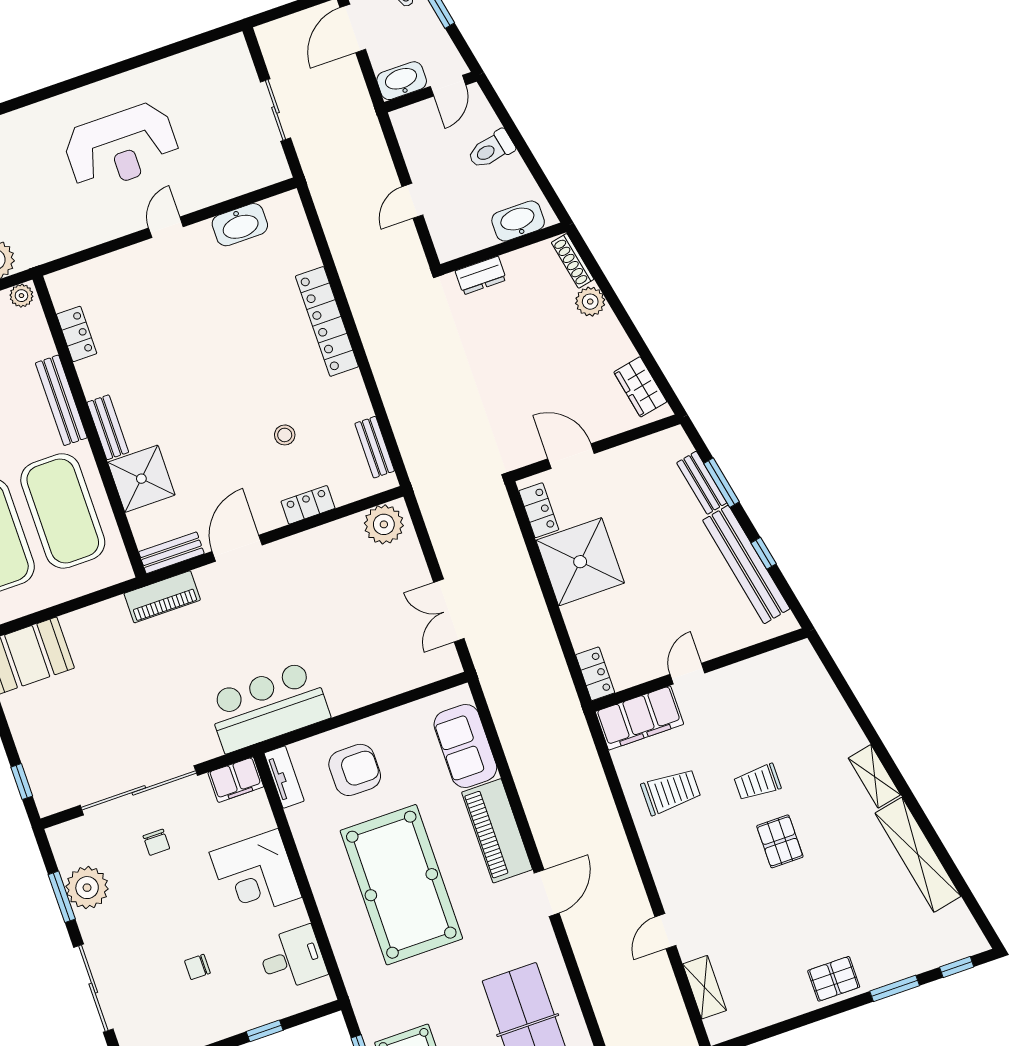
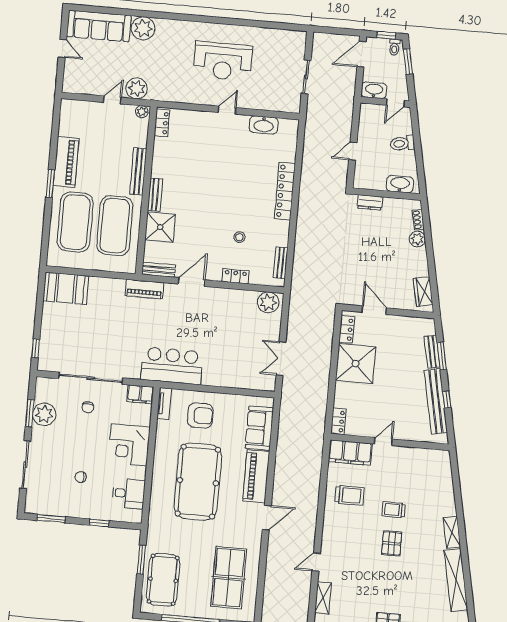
shoe rack: (573, 261) -> (418, 220), width x0.70
locker: (77, 334) -> (162, 123), moved

